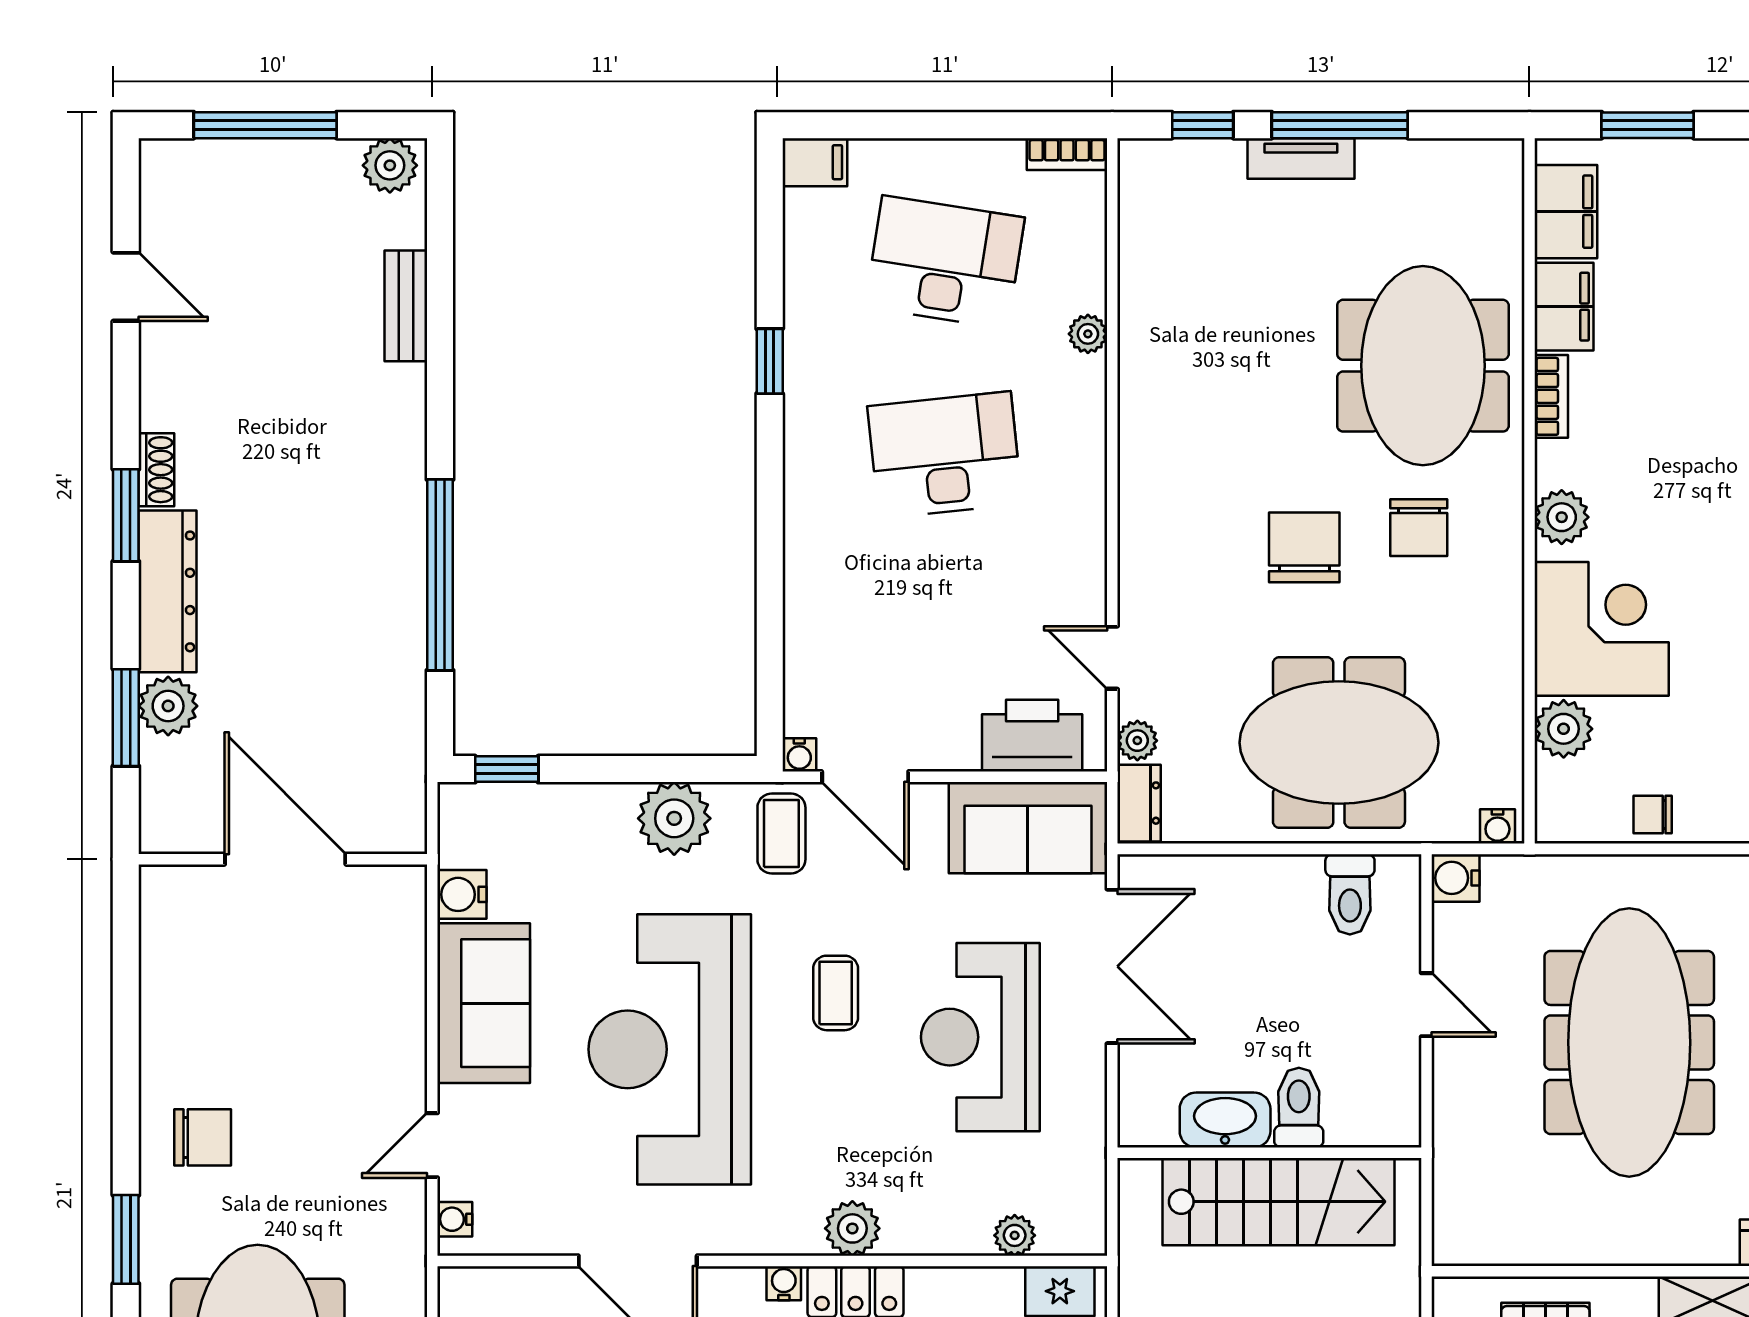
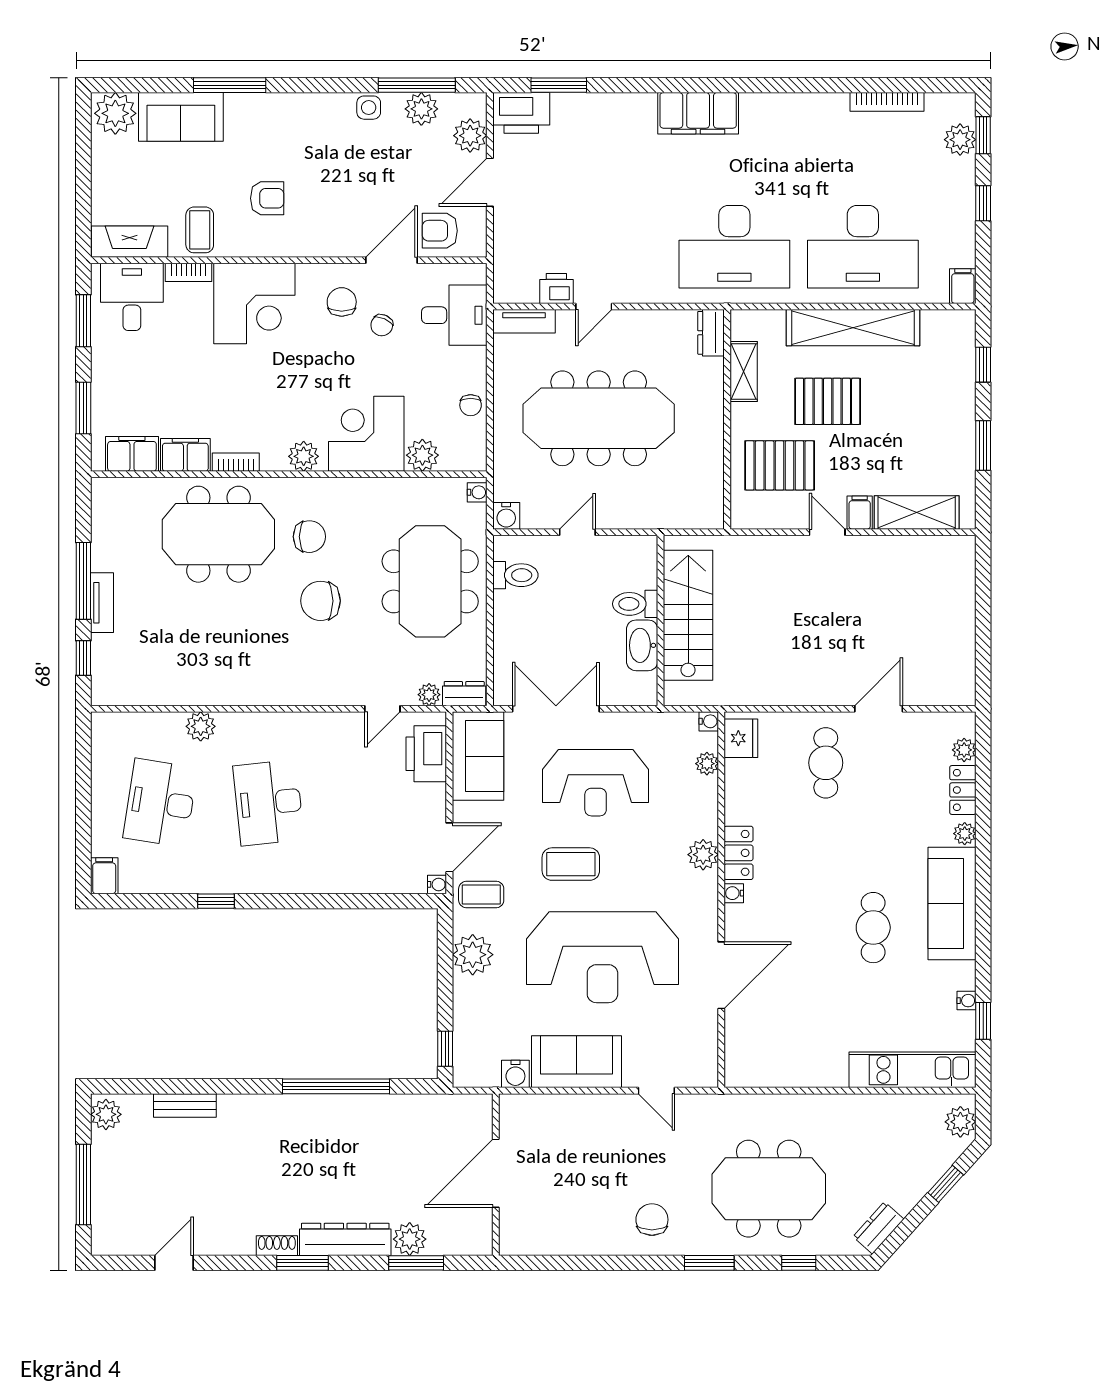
bookcase: (1067, 154) -> (100, 734), removed
plant: (1088, 334) -> (201, 726), width x1.38, depth x1.38
coffee table: (836, 993) -> (571, 864), width x1.36, depth x1.30
water cooler: (455, 1219) -> (709, 721), moved, turned -90

